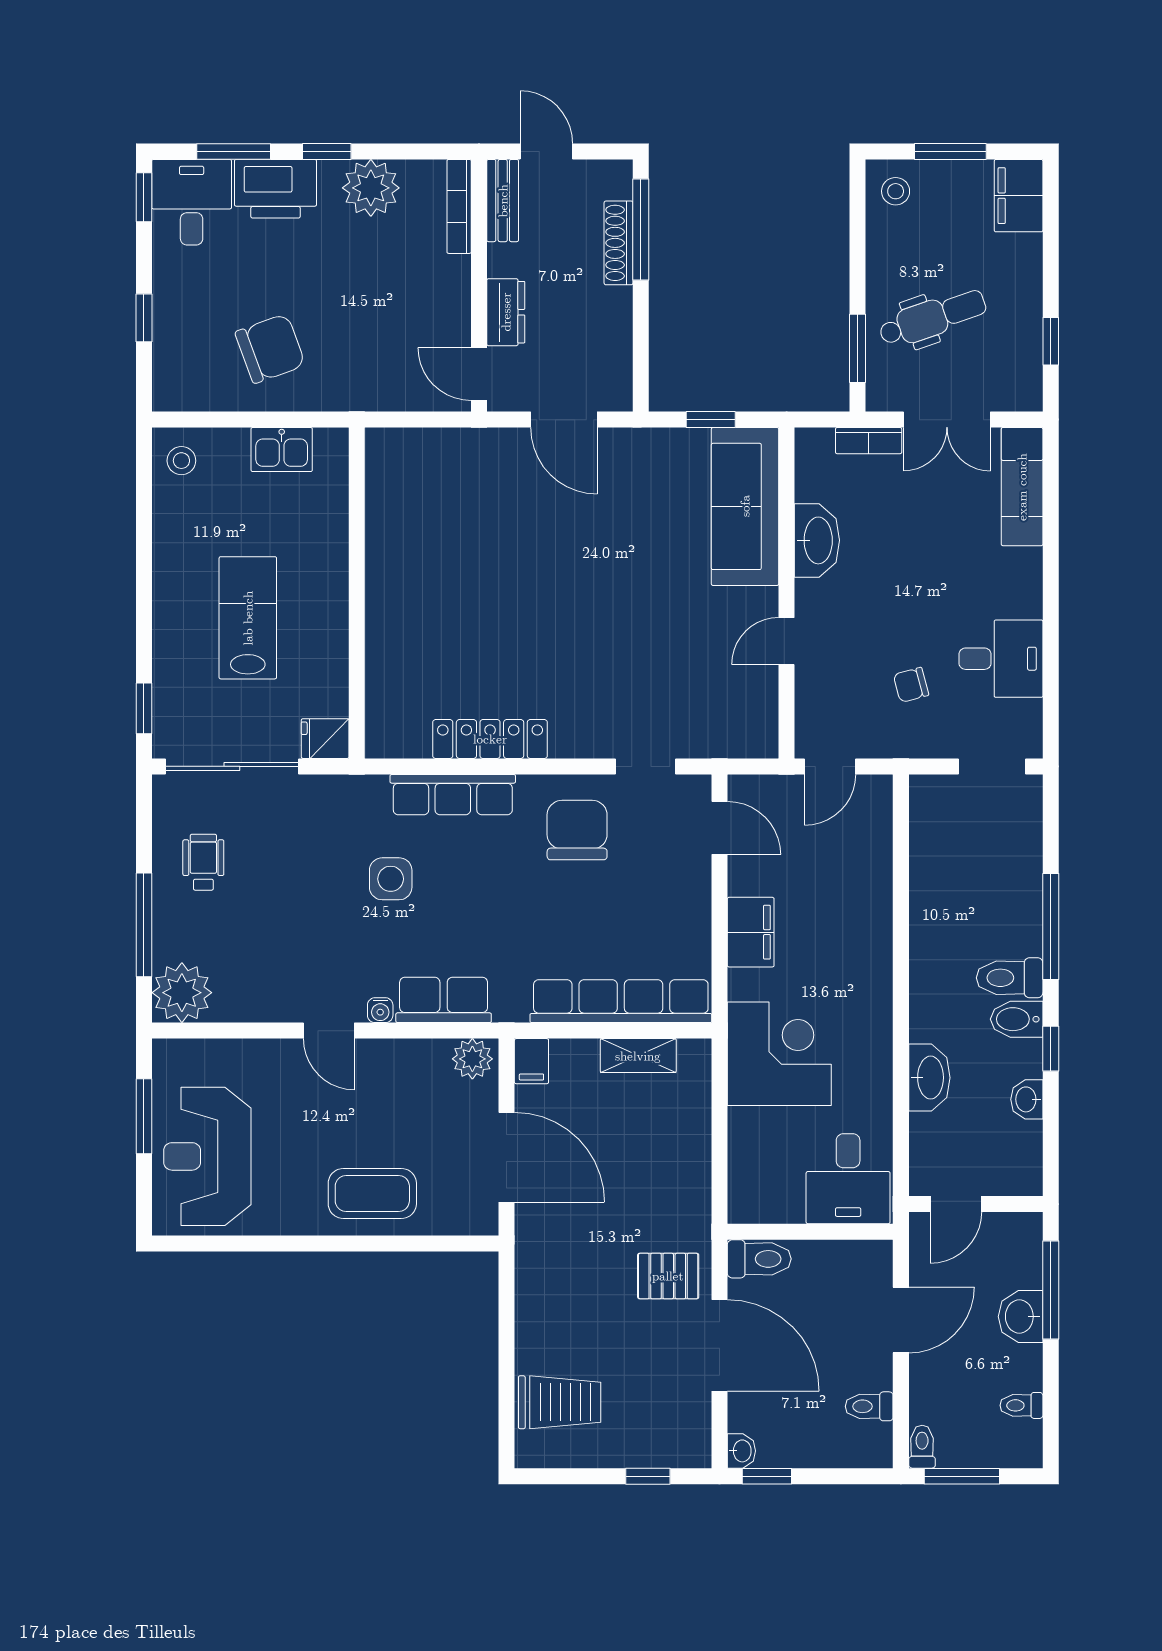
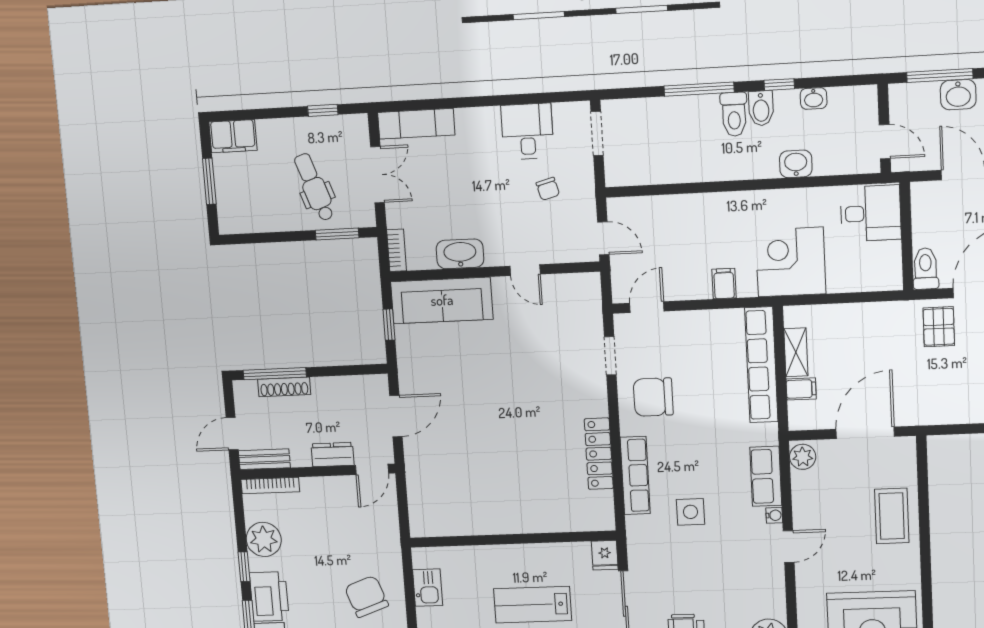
stool: (896, 191) -> (237, 215), removed
bookcase: (869, 441) -> (397, 250), moved
filing cabinet: (751, 932) -> (724, 284), width x0.50
filing cabinet: (531, 1061) -> (801, 389), moved
washbasin: (929, 1078) -> (796, 164), width x0.72

